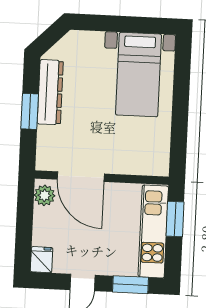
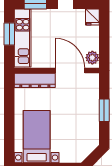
dresser: (50, 92) -> (35, 80), moved, turned -90
window: (175, 219) -> (9, 34), moved

